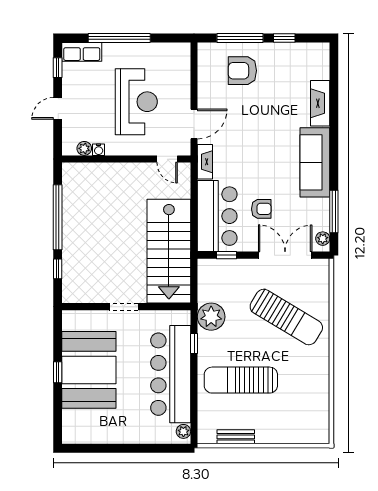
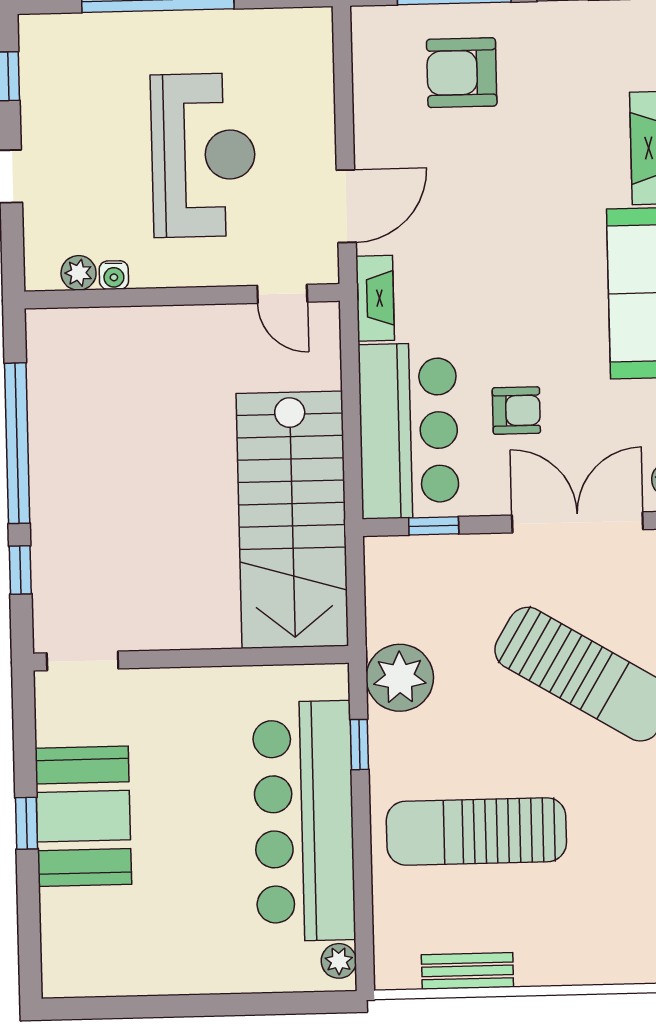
row of seats: (82, 52) -> (67, 36), removed
doorway: (124, 307) -> (83, 661), moved
booth: (89, 370) -> (83, 816), width x0.73, depth x0.70

